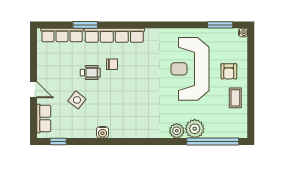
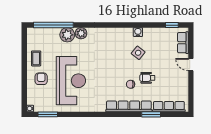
side table: (77, 100) -> (138, 53), moved

